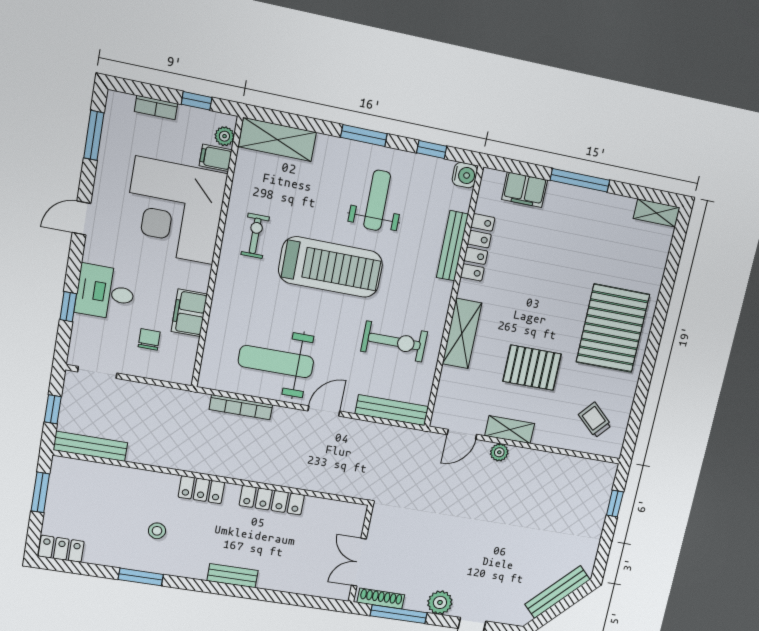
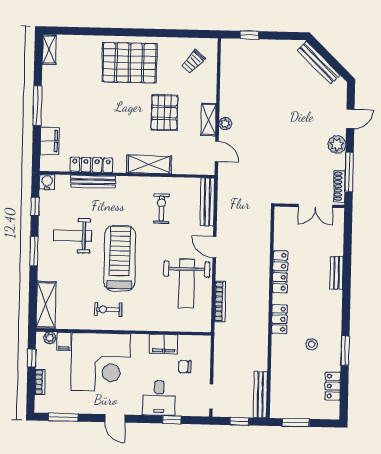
exercise bike: (394, 342) -> (161, 208), width x0.73, depth x0.72
locker: (61, 549) -> (333, 386), moved
bench: (233, 576) -> (337, 273), moved

